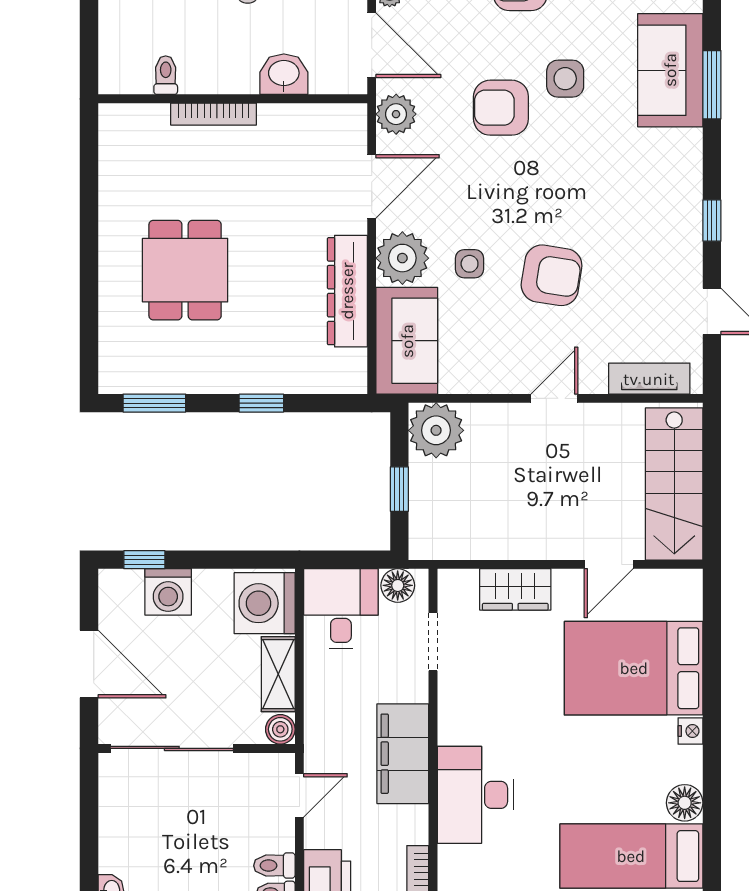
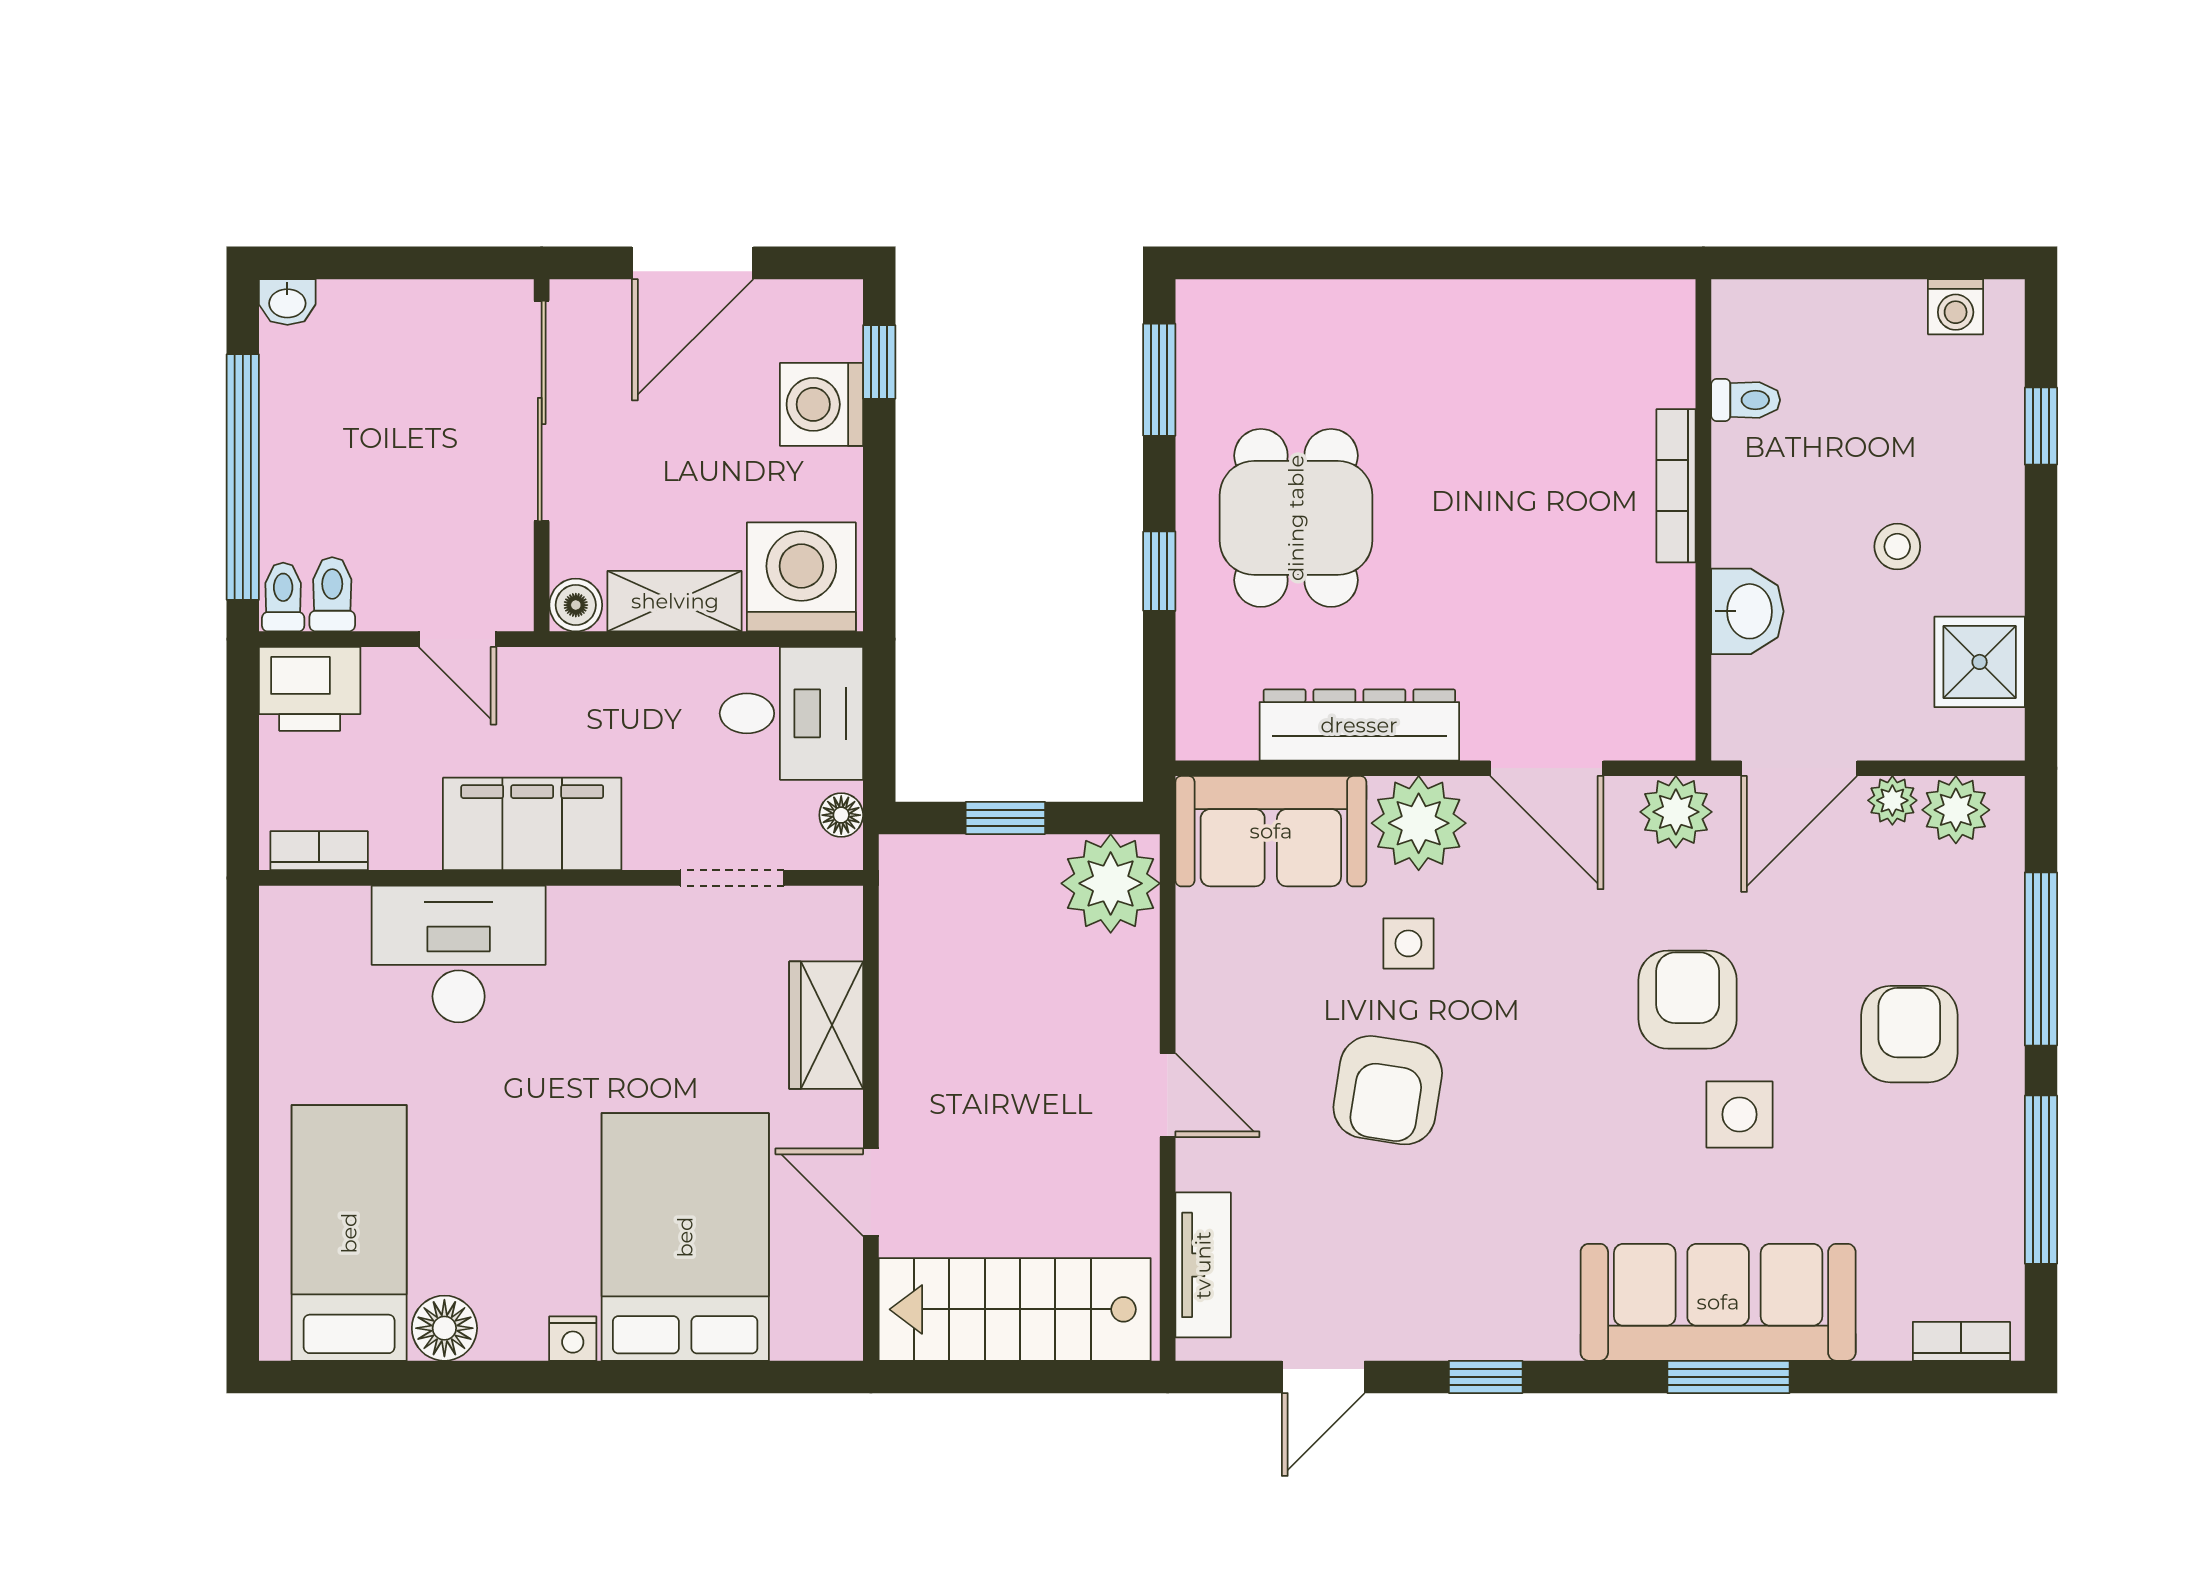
sofa: (670, 70) -> (1718, 1302), width x1.36
dining table: (185, 270) -> (1296, 518), moved, turned 90
floor lamp: (398, 585) -> (841, 815), width x0.73, depth x0.73

